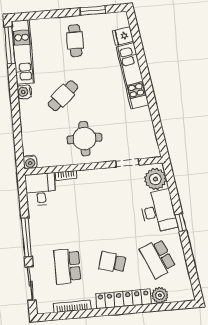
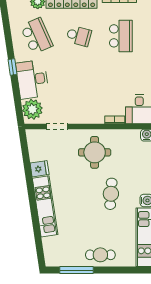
window: (93, 10) -> (77, 270), width x1.44
fridge: (123, 36) -> (40, 169), moved
cafe table: (75, 41) -> (100, 255), moved, turned 90
cafe table: (63, 96) -> (111, 194), turned -45

